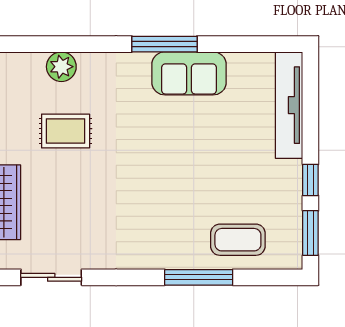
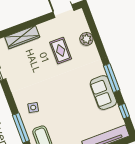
window: (245, 44) -> (124, 111), added
side table: (165, 235) -> (33, 108), added

